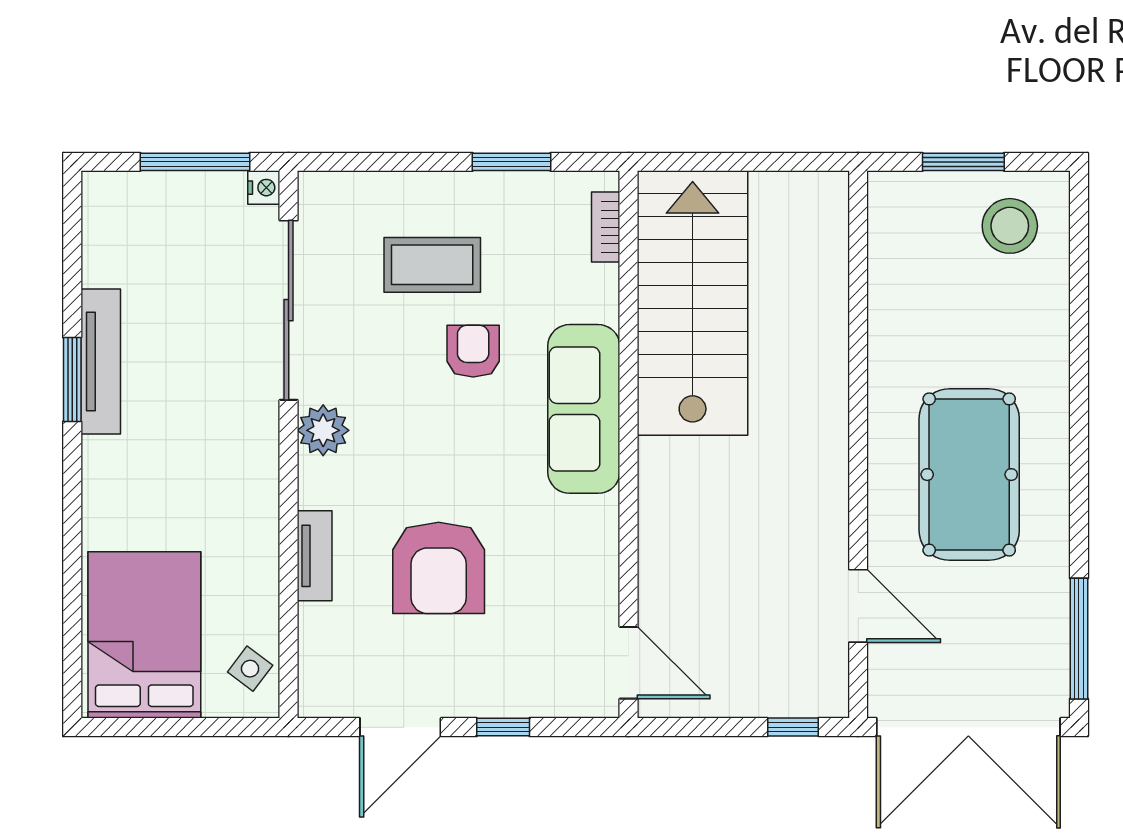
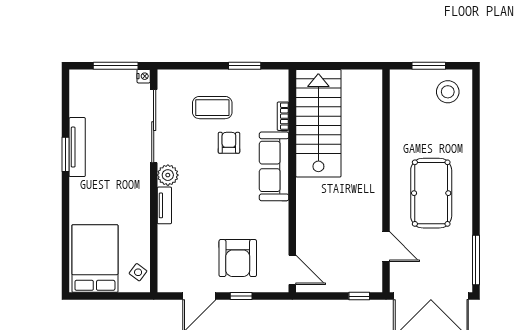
bookcase: (606, 227) -> (283, 116), moved
tv unit: (315, 556) -> (164, 205), moved
armchair: (439, 568) -> (238, 258), moved

